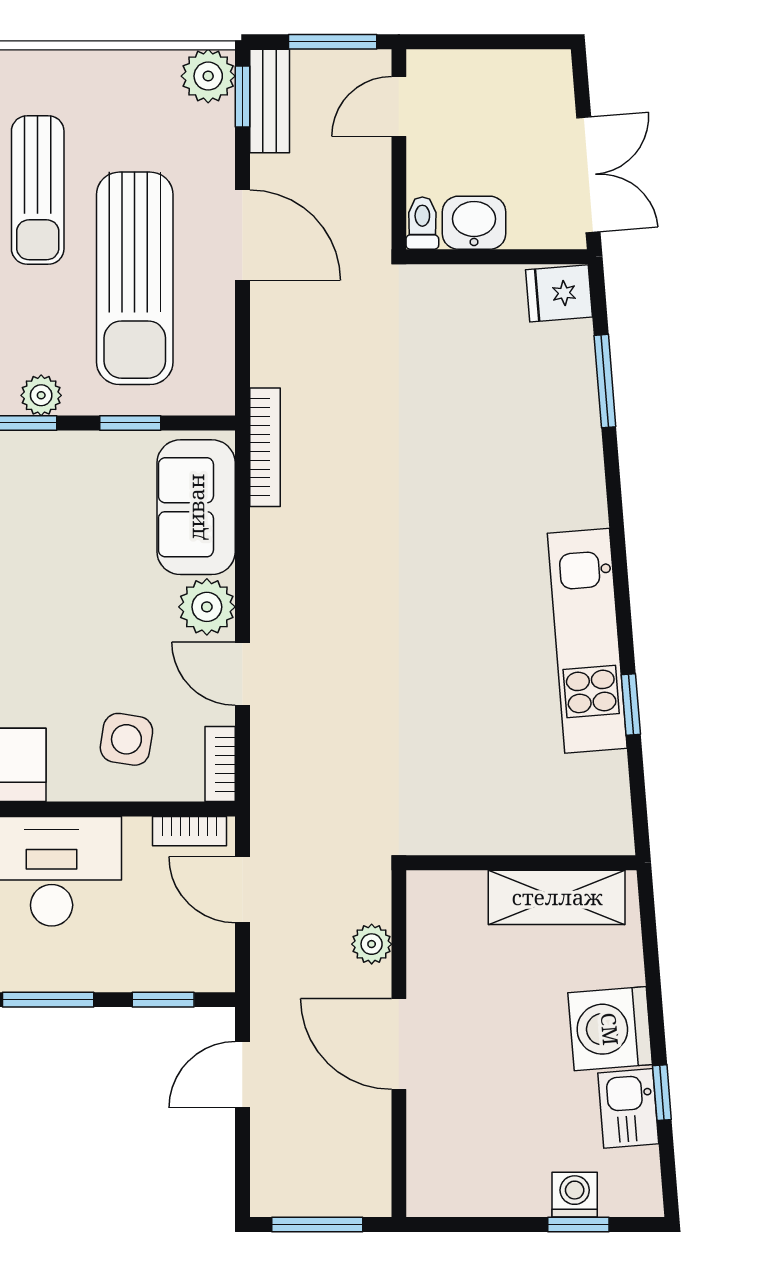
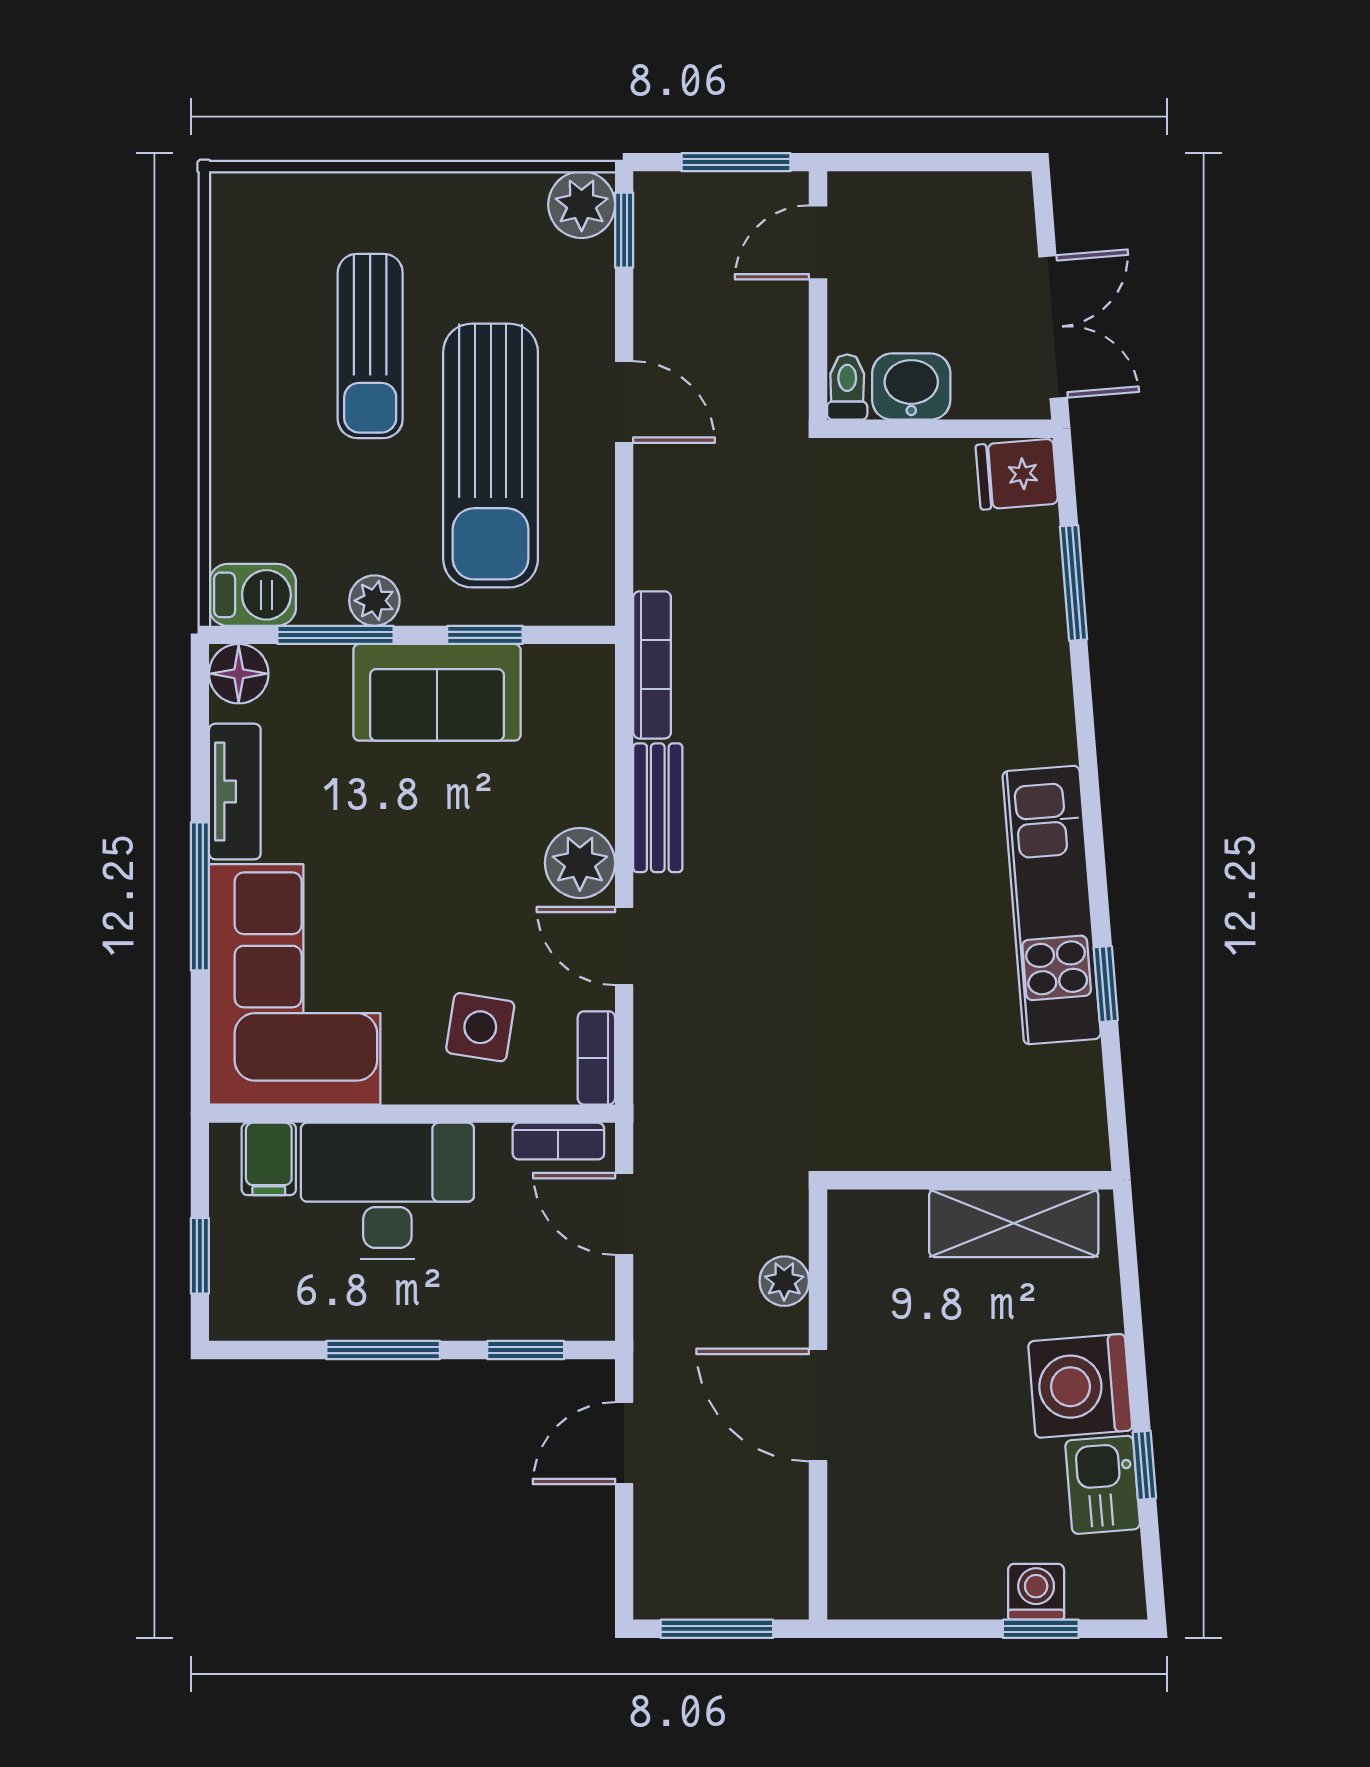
bench: (270, 101) -> (658, 808), moved
door: (242, 235) -> (624, 402), width x0.73
sofa: (196, 507) -> (437, 692), moved, turned -90

